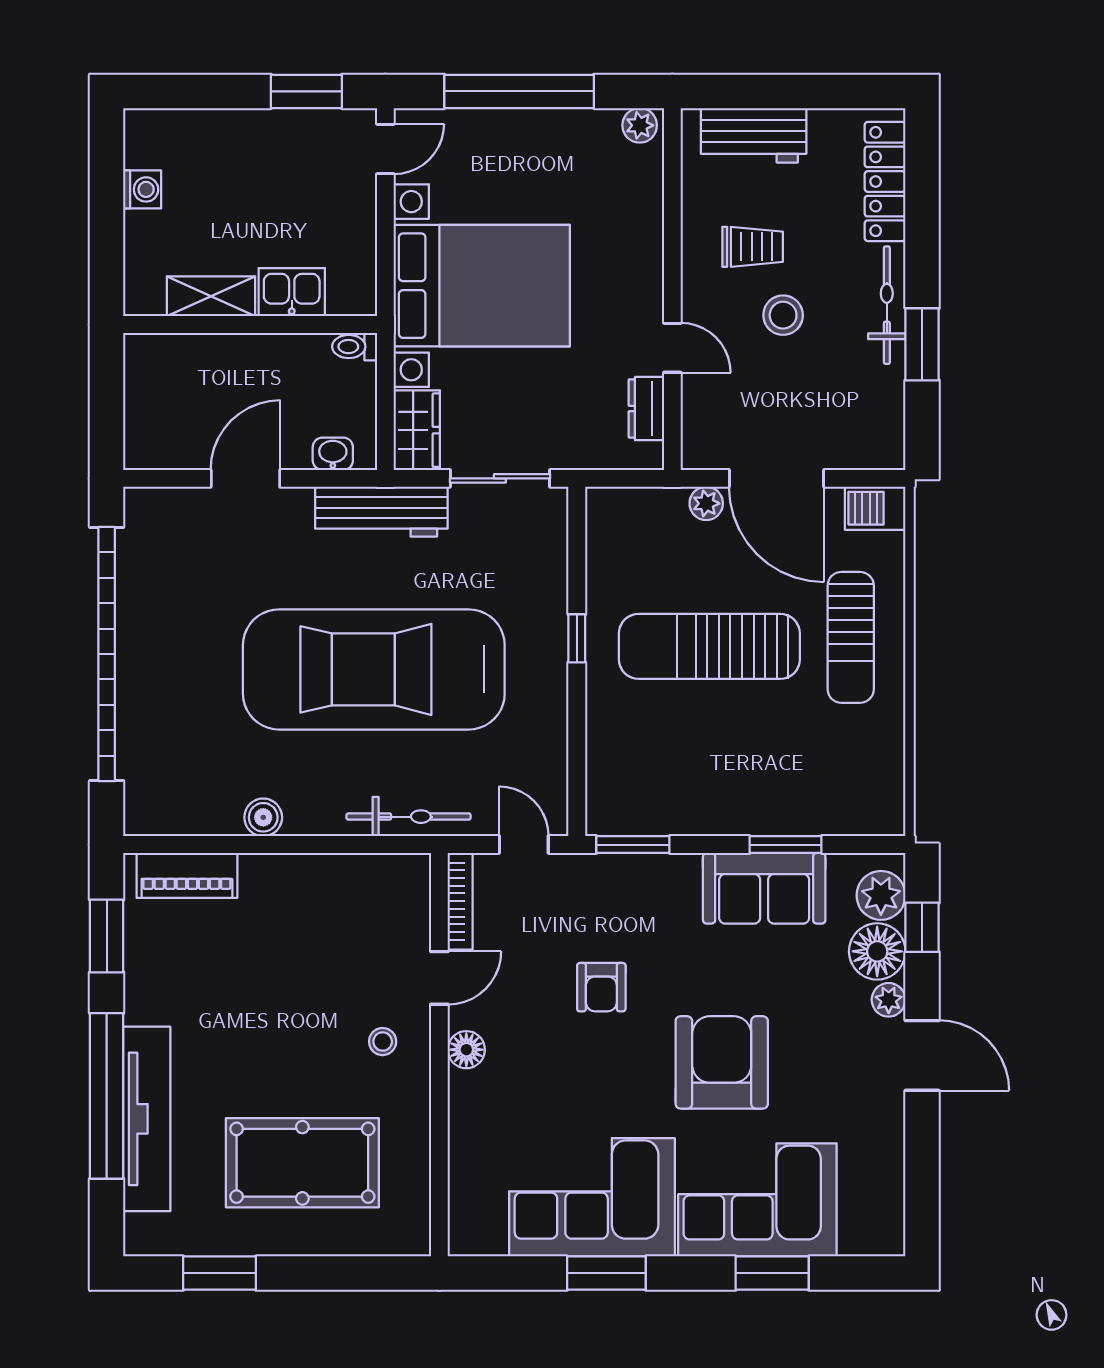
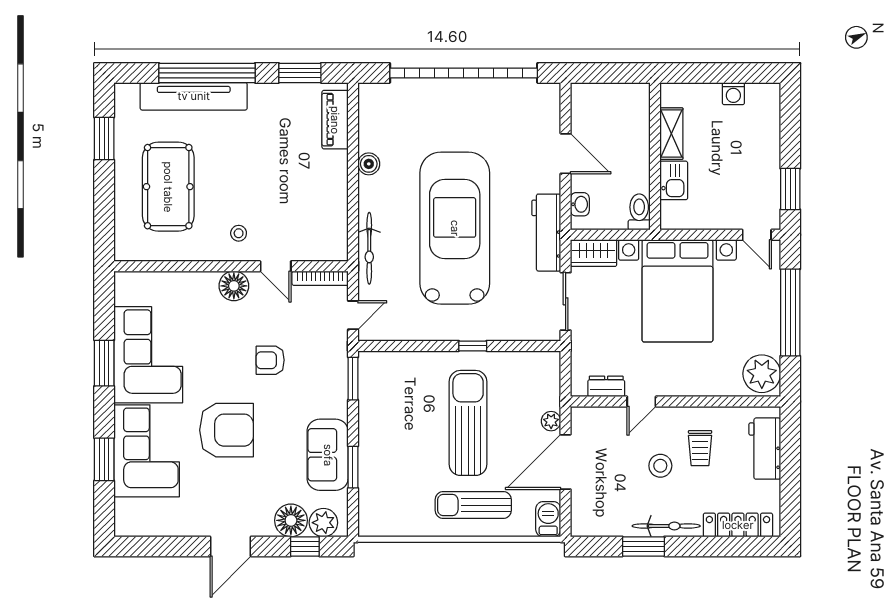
plant: (640, 125) -> (762, 374), width x1.88, depth x1.88
toilet: (355, 347) -> (639, 212), width x1.37, depth x1.39
plant: (889, 1000) -> (263, 527), removed
floor lamp: (466, 1050) -> (234, 286), width x1.38, depth x1.38

